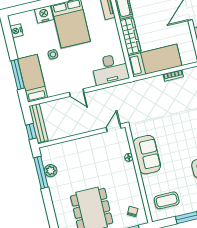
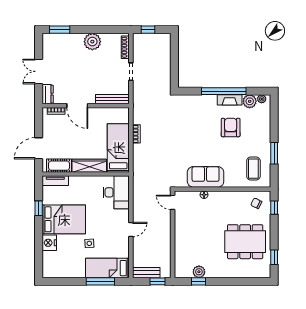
nightstand: (16, 31) -> (59, 273), removed
bench: (38, 123) -> (146, 273), width x0.73
window: (41, 172) -> (198, 281), width x0.46

